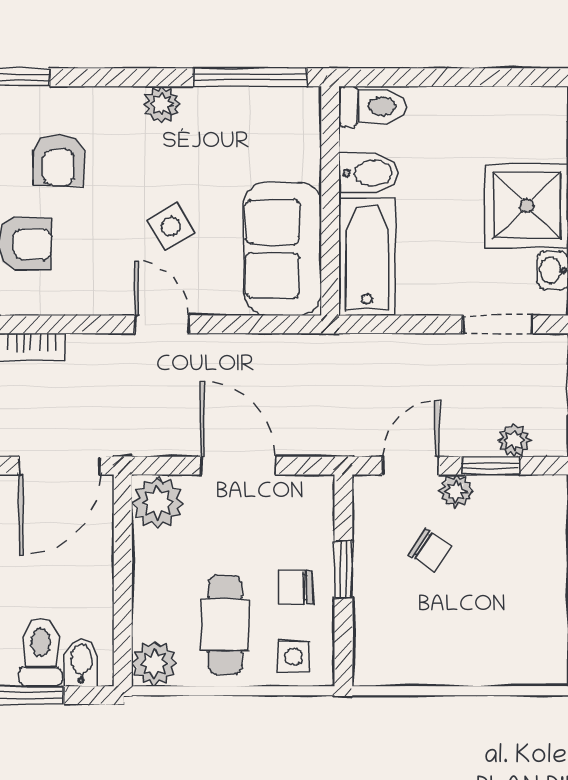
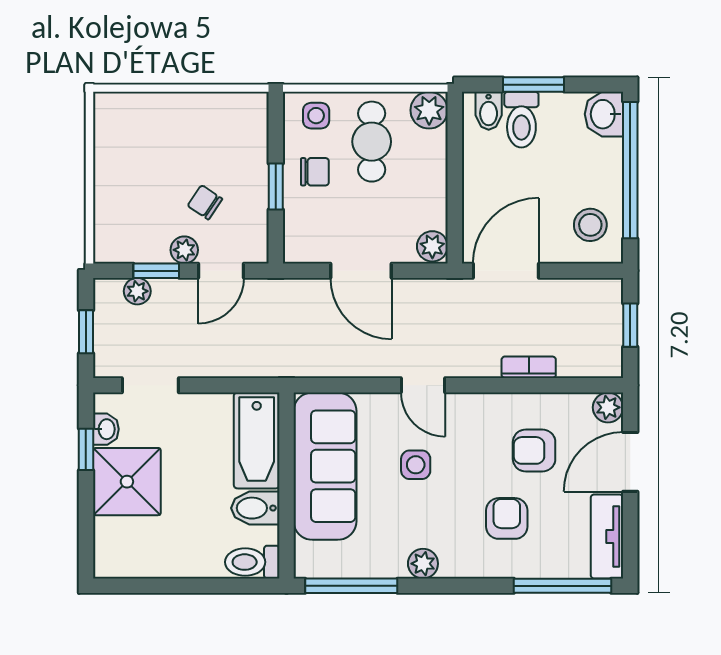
side table: (171, 226) -> (416, 465), turned 30
sofa: (283, 249) -> (325, 466), width x1.36
plant: (157, 503) -> (432, 246), width x0.73, depth x0.73

